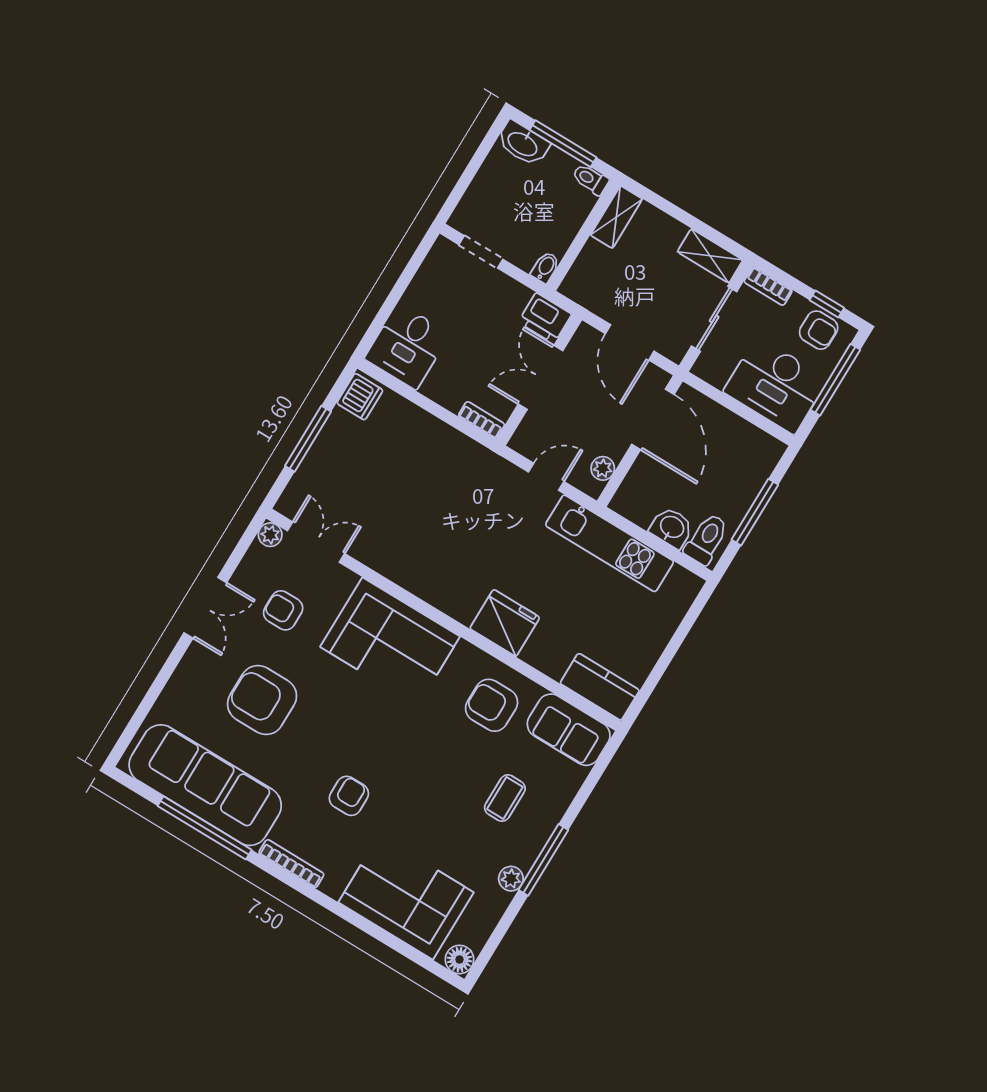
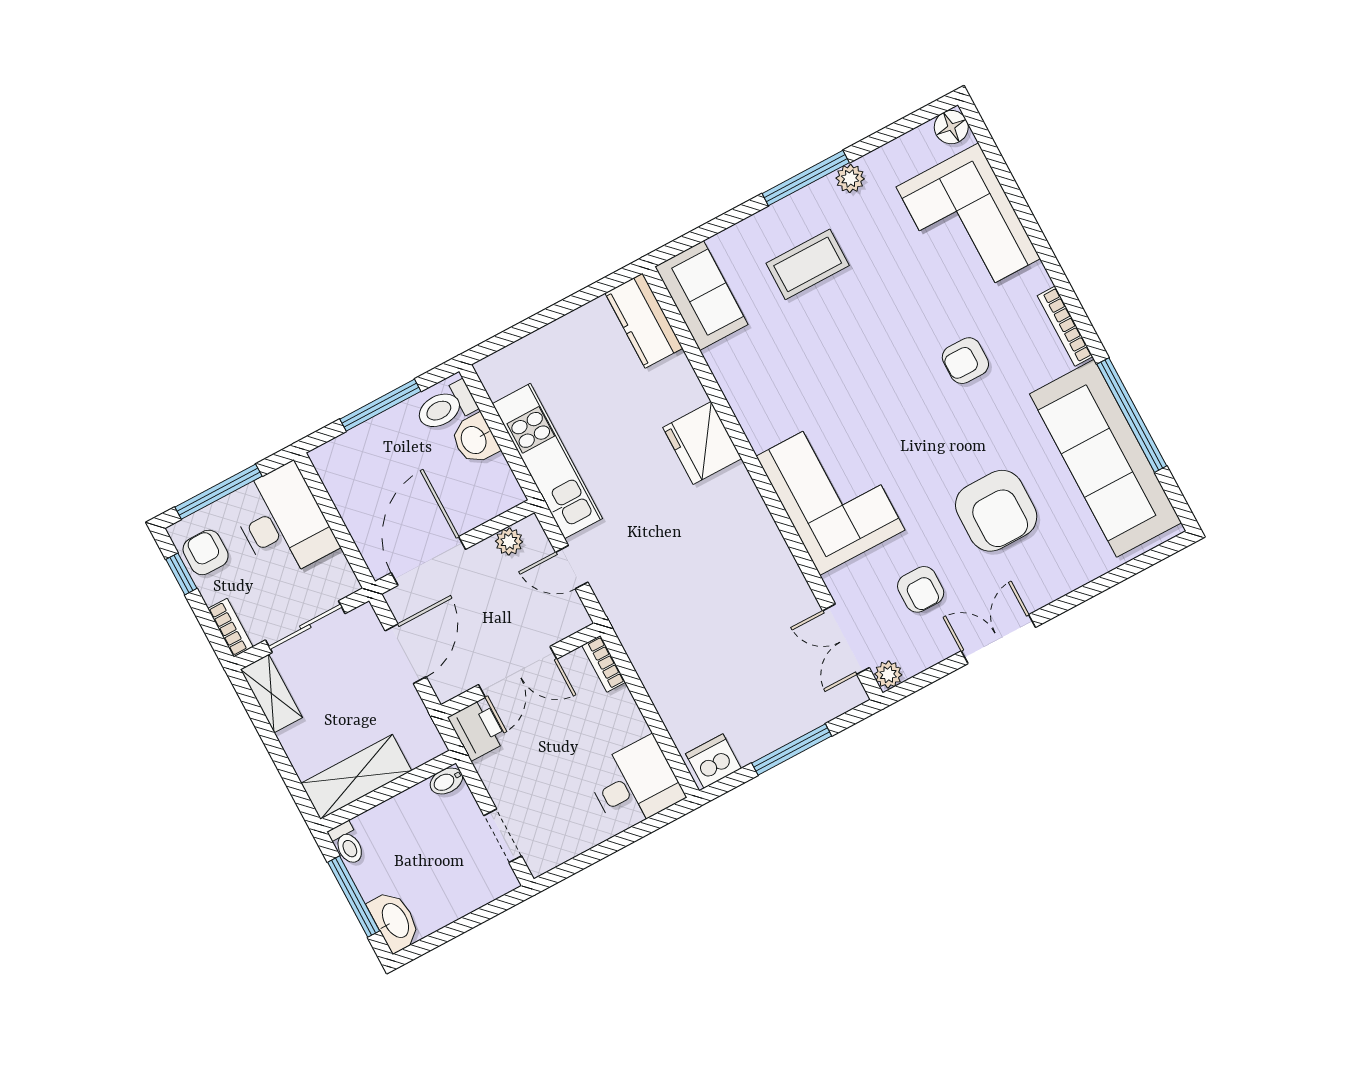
shelving: (616, 217) -> (356, 777), width x1.50, depth x1.33
armchair: (492, 705) -> (765, 367), removed
coffee table: (505, 798) -> (808, 264), width x1.36, depth x1.30

